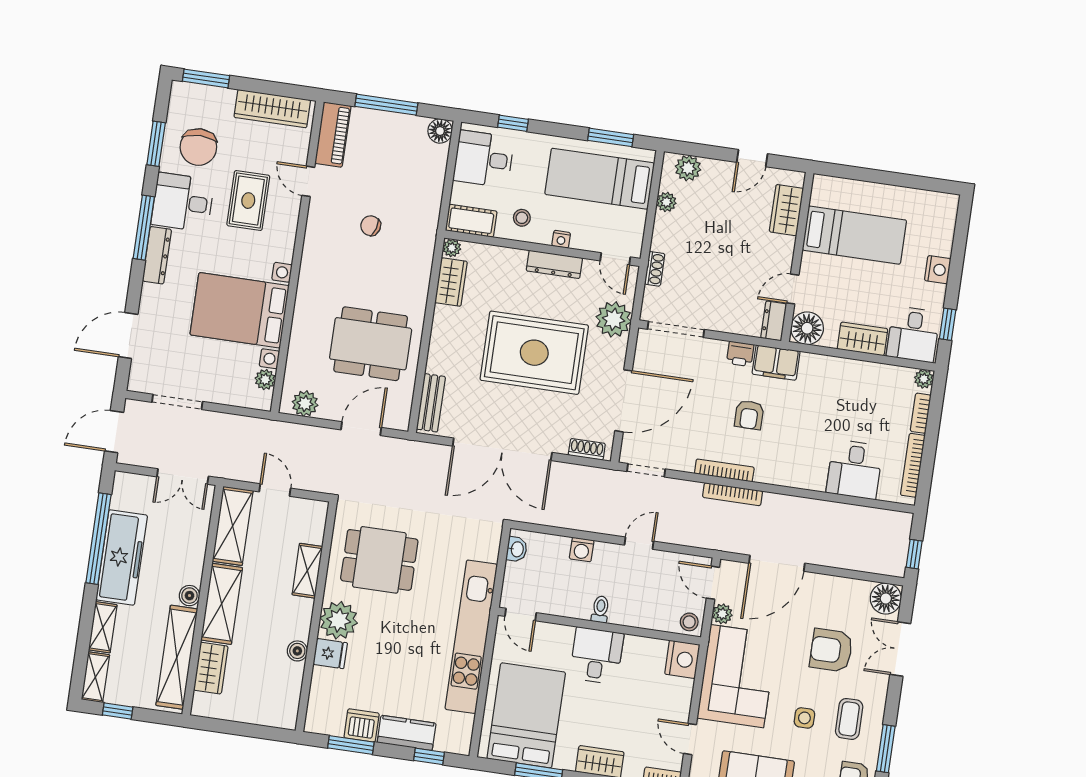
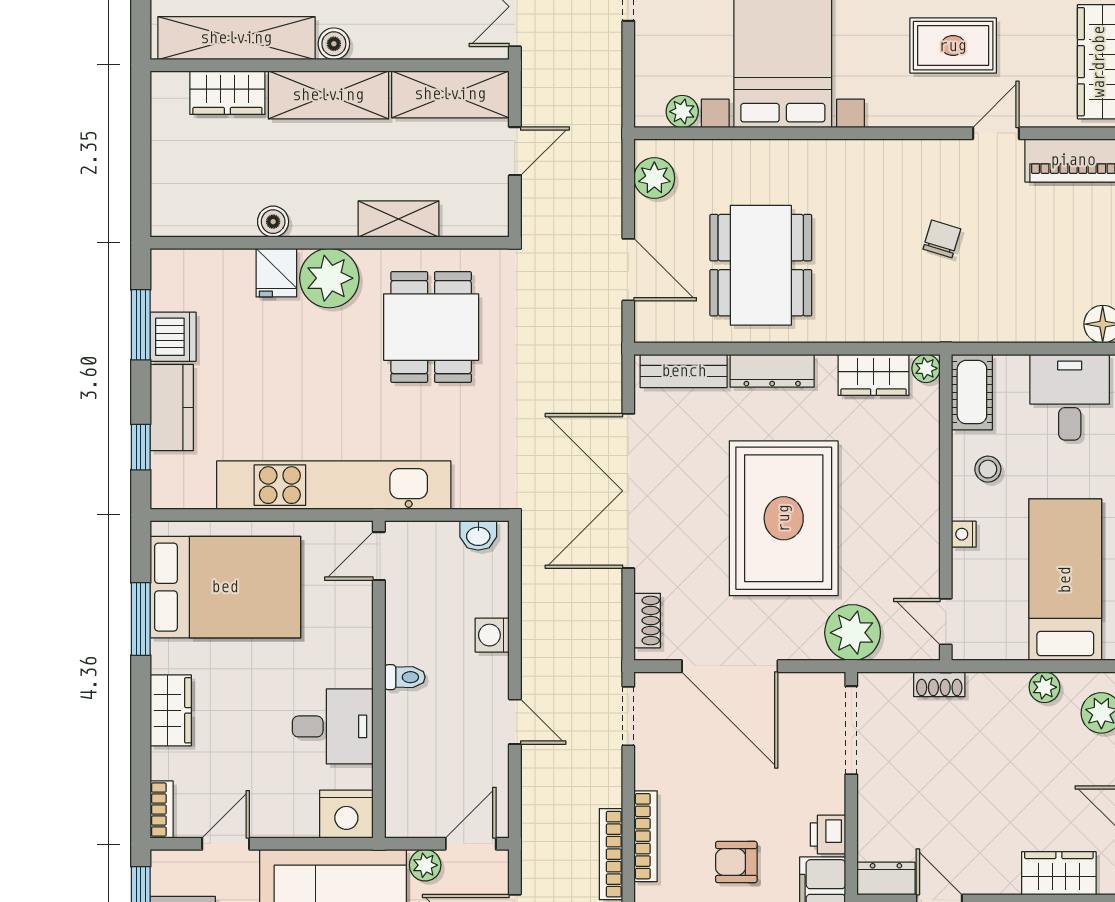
door: (615, 259) -> (946, 622), hinge flipped
dresser: (554, 264) -> (772, 371), moved, turned -90
stool: (689, 622) -> (405, 816), removed
desk: (597, 656) -> (333, 726), moved

